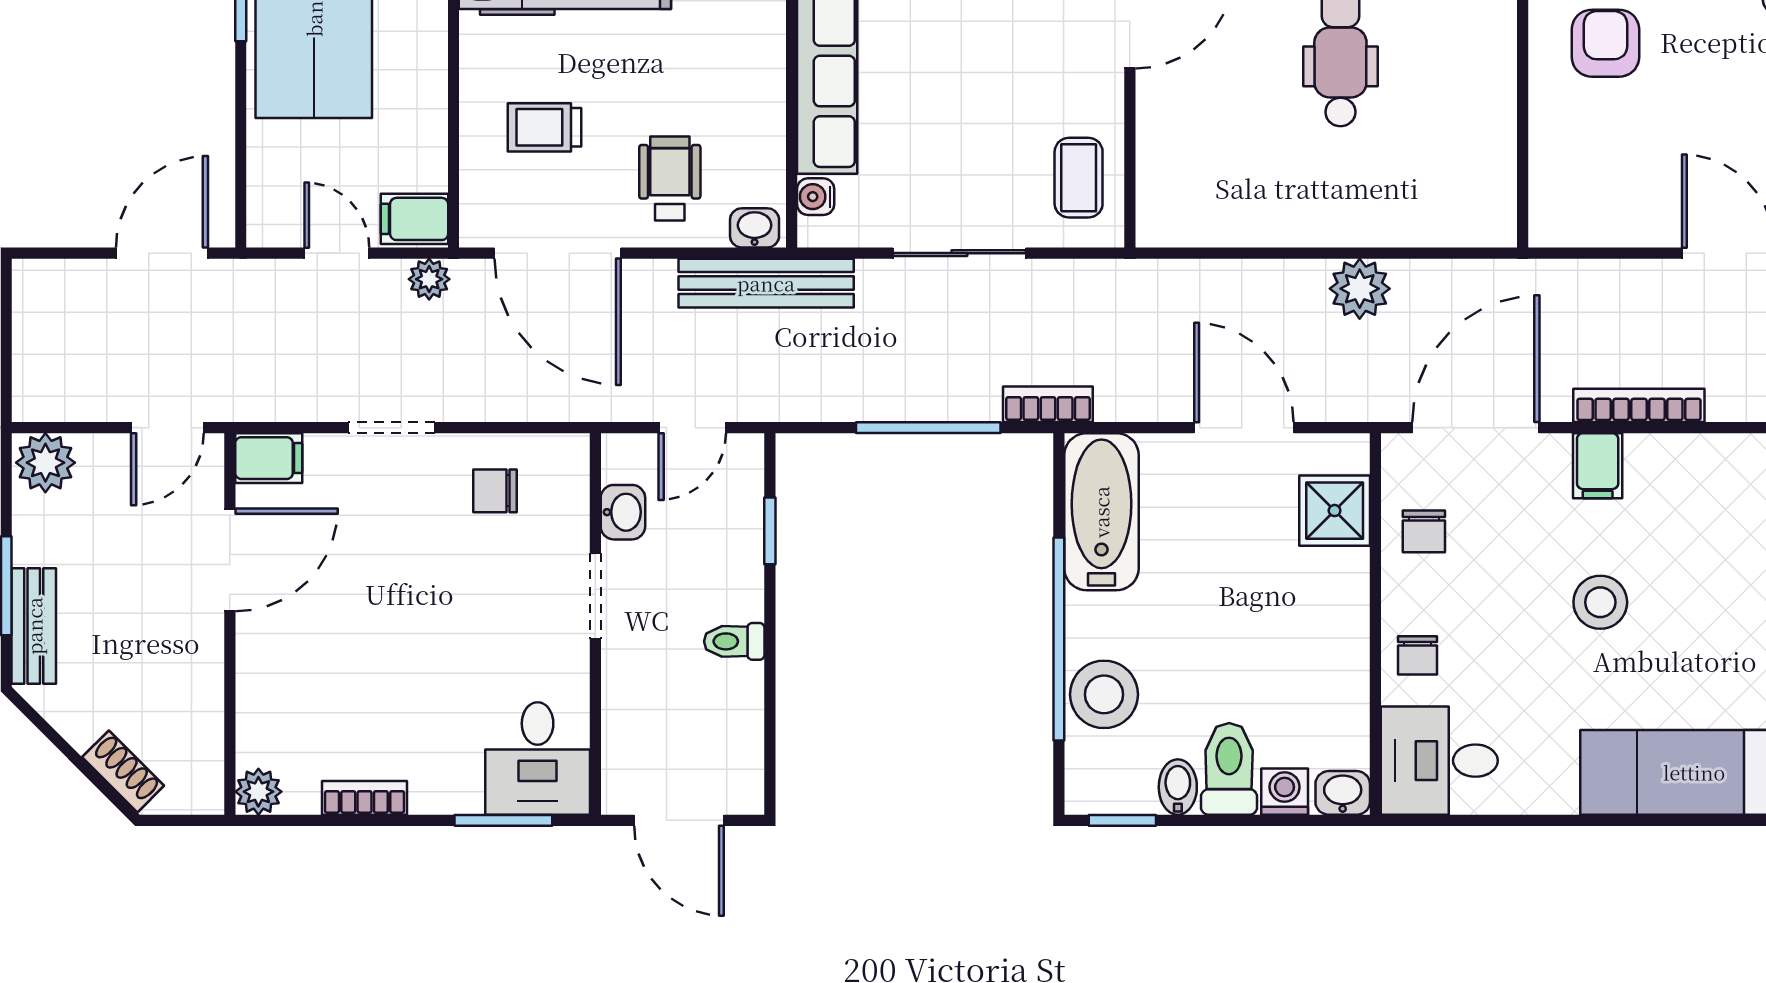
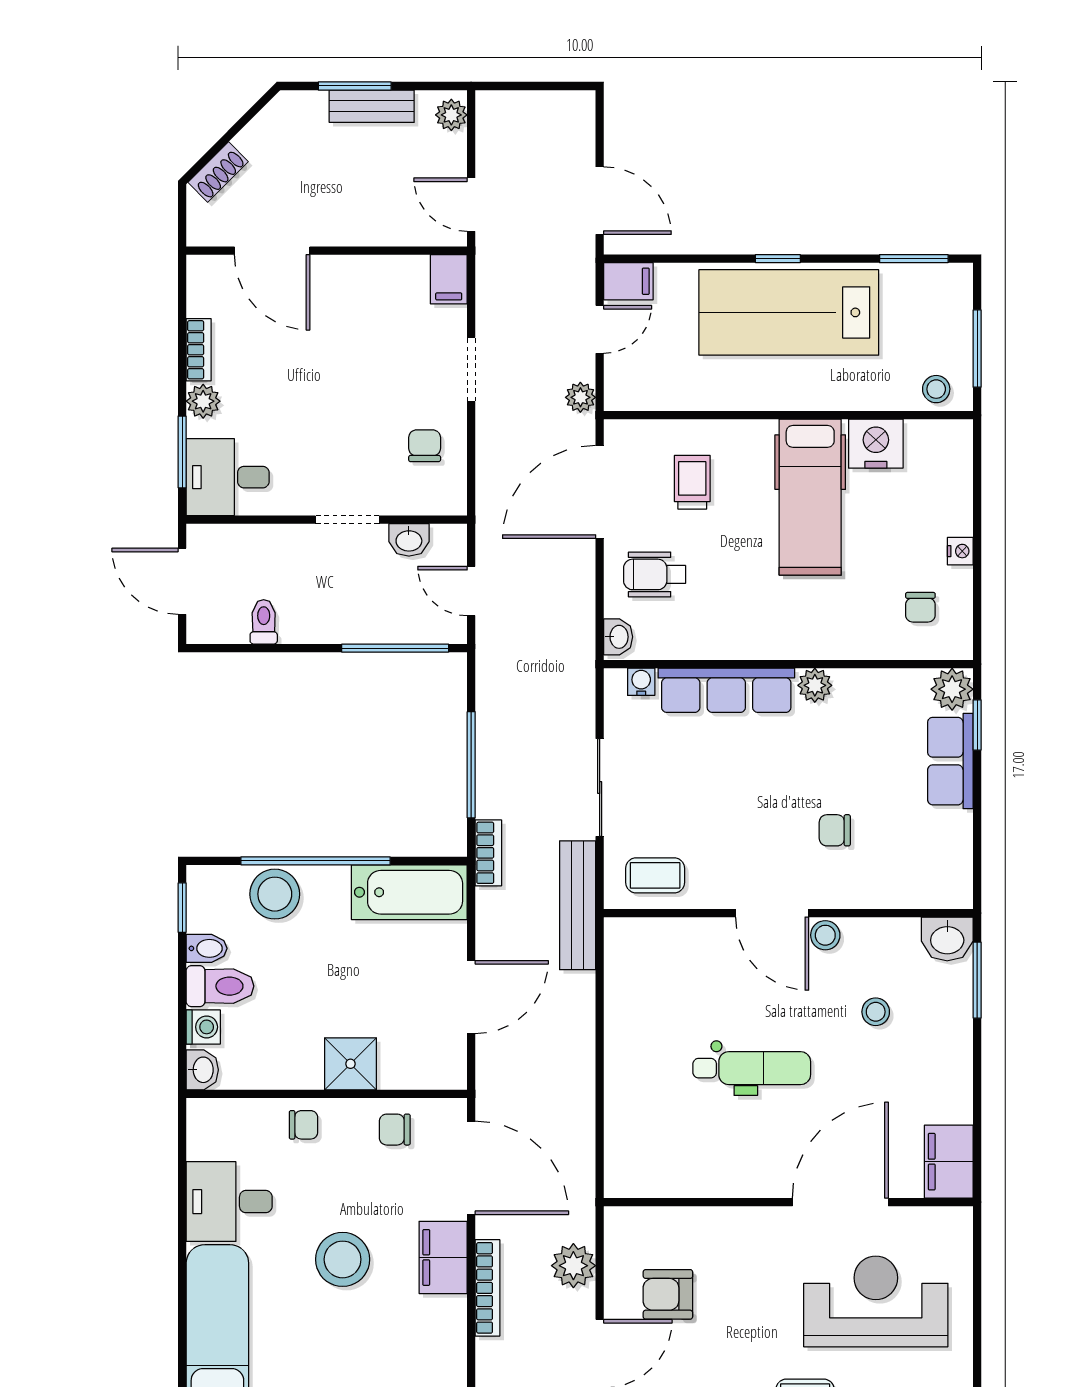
armchair: (1605, 43) -> (668, 1294), moved, turned 180
wheelchair: (670, 179) -> (655, 574), turned 180
filing cabinet: (414, 219) -> (628, 281), moved, turned 90
bench: (766, 283) -> (578, 905), moved
plant: (1360, 289) -> (573, 1266), moved
plant: (45, 463) -> (451, 115), width x0.73, depth x0.73
filing cabinet: (1598, 466) -> (443, 1257), width x2.00
shower: (1335, 511) -> (350, 1064), moved
window: (770, 531) -> (395, 648), width x2.17
door: (230, 560) -> (272, 251), moved
stool: (1600, 602) -> (343, 1259), width x1.38, depth x1.38
bench: (34, 626) -> (372, 106), moved
toilet: (734, 641) -> (264, 622), moved
chair: (1418, 655) -> (304, 1125), turned 180
desk: (1439, 761) -> (229, 1202), moved, turned -90
plant: (258, 792) -> (203, 401), moved
door: (679, 820) -> (182, 581), hinge flipped

